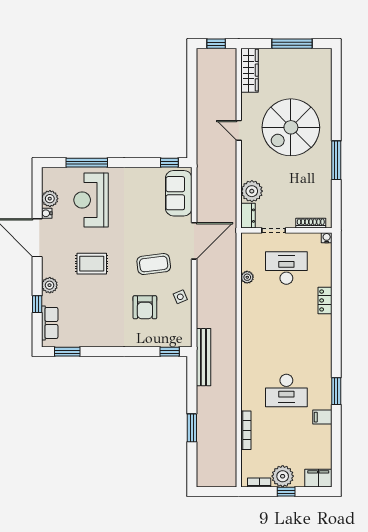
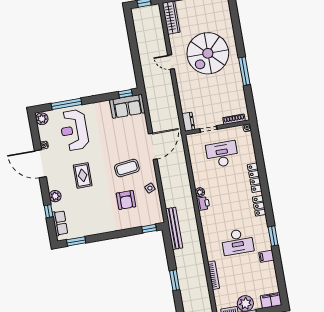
plant: (252, 191) -> (188, 104), removed
sofa: (179, 193) -> (127, 106), moved, turned -90
plant: (50, 199) -> (42, 119), moved
rug: (92, 264) -> (83, 175), turned 90
plant: (247, 277) -> (200, 192), moved
locker: (325, 300) -> (255, 178), width x1.53
printer: (249, 330) -> (203, 204), added
locker: (325, 347) -> (259, 206), added

